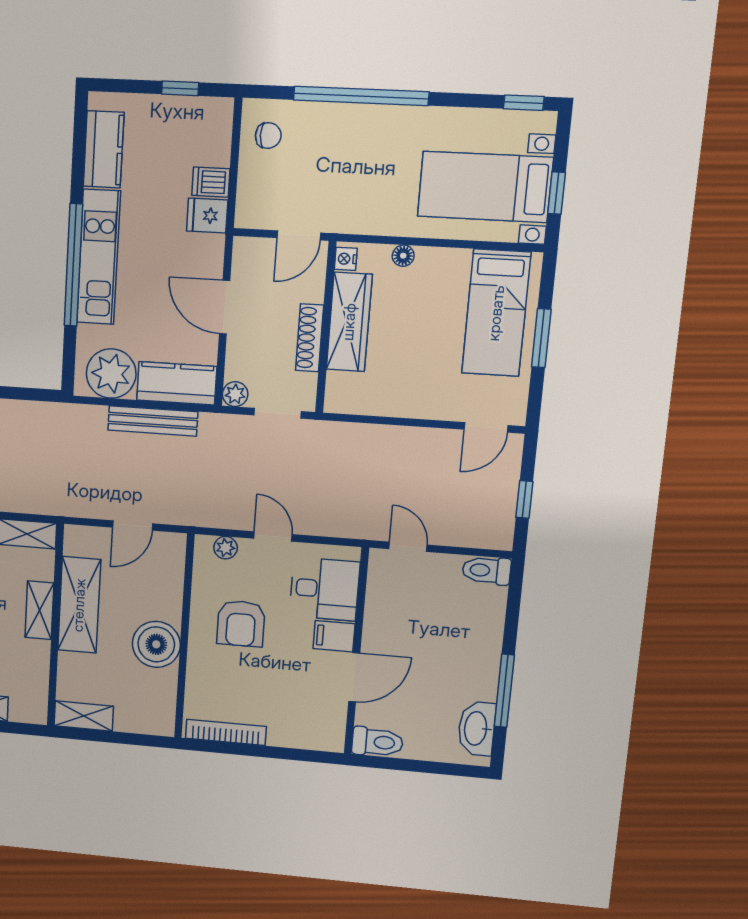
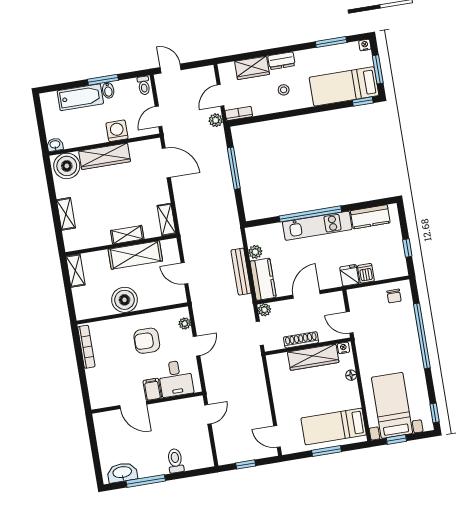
plant: (111, 374) -> (255, 252), width x0.53, depth x0.53
toilet: (486, 570) -> (175, 461), moved
toilet: (377, 742) -> (102, 425), removed

